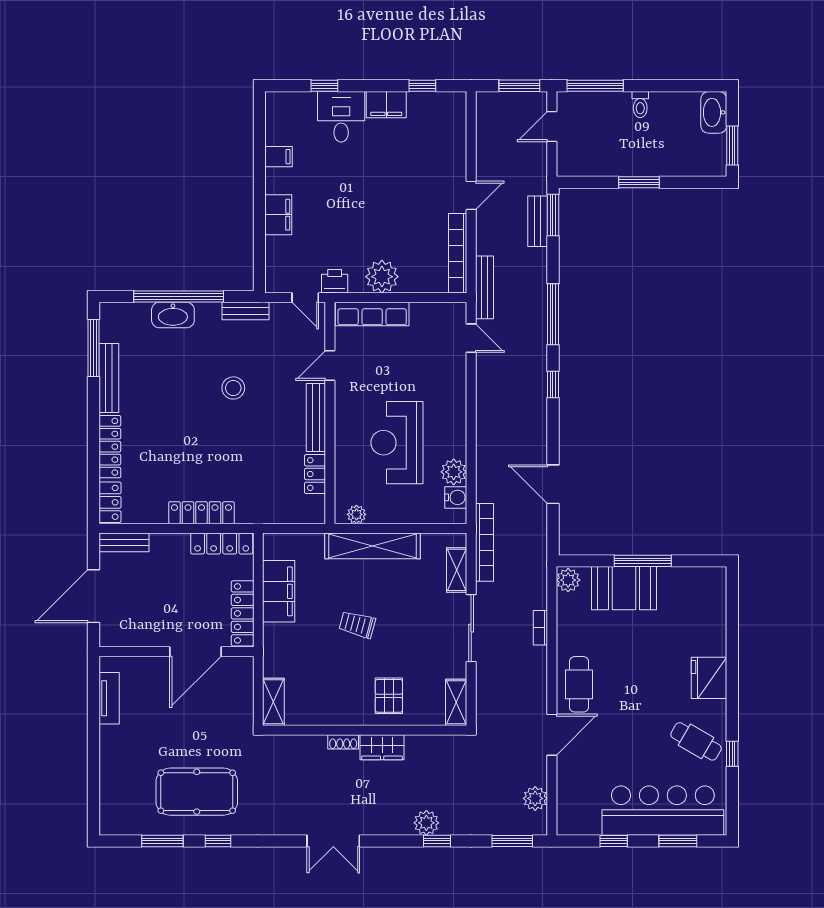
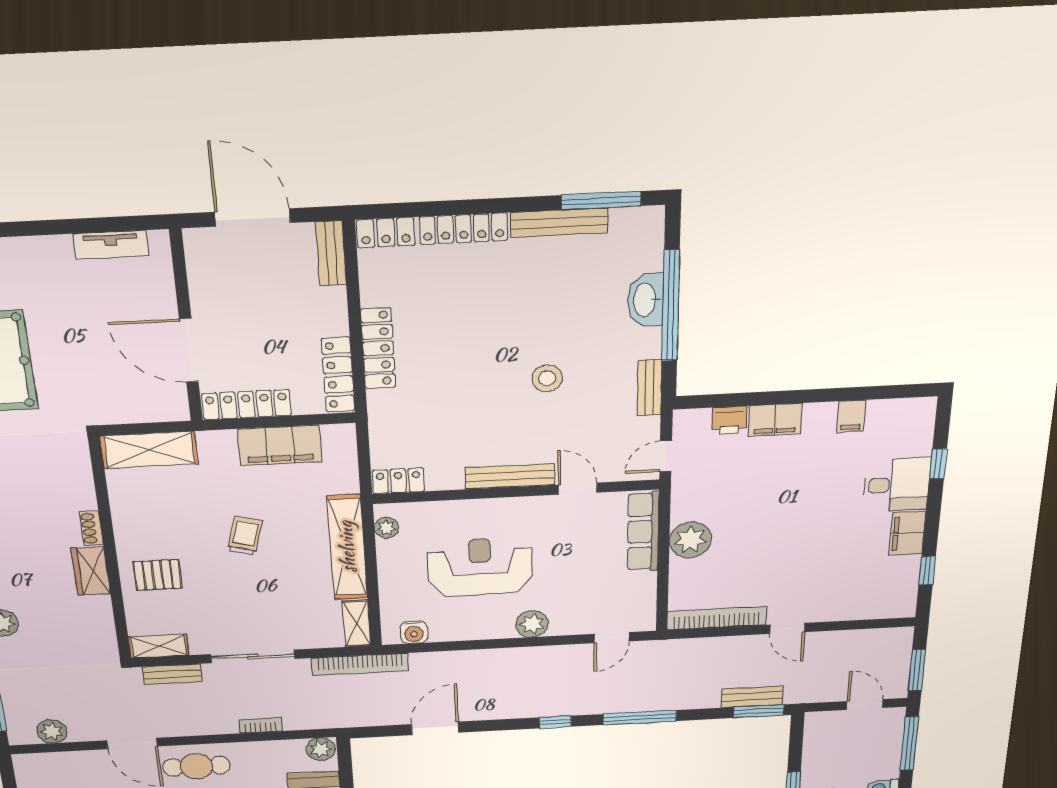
printer: (335, 281) -> (729, 420), moved, turned 90
bench: (484, 287) -> (172, 674), moved, width x0.73
plant: (454, 472) -> (532, 624), moved
locker: (315, 474) -> (398, 481), moved
shelving: (457, 570) -> (357, 623), moved, turned 90
shelving: (273, 702) -> (149, 450), width x1.50, depth x1.33

